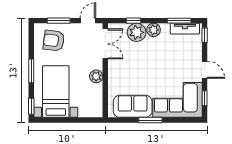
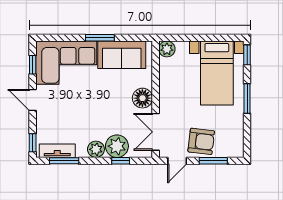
armchair: (54, 41) -> (201, 141), moved
floor lamp: (116, 71) -> (142, 98), added
plant: (96, 76) -> (167, 49), moved

